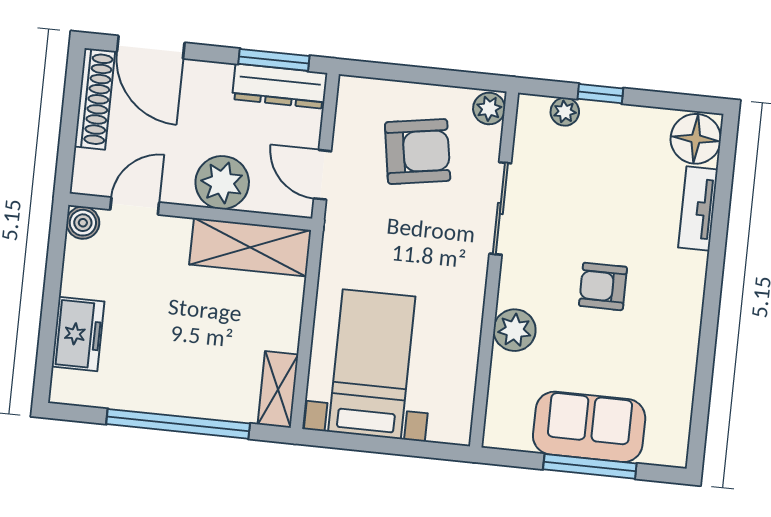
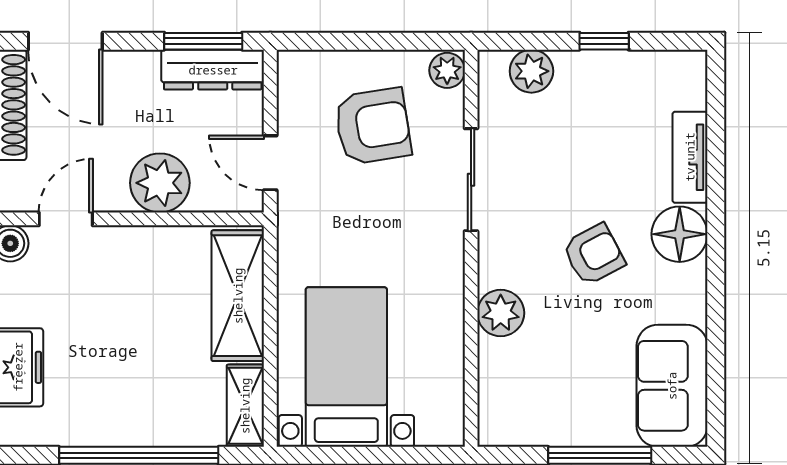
window: (600, 94) -> (604, 41), moved
plant: (565, 112) -> (531, 71), width x1.38, depth x1.38
floor lamp: (696, 139) -> (680, 234), moved
shelving: (250, 247) -> (238, 296), moved, turned 90
armchair: (603, 286) -> (594, 254), turned 152
sofa: (589, 427) -> (672, 386), moved, turned -90

